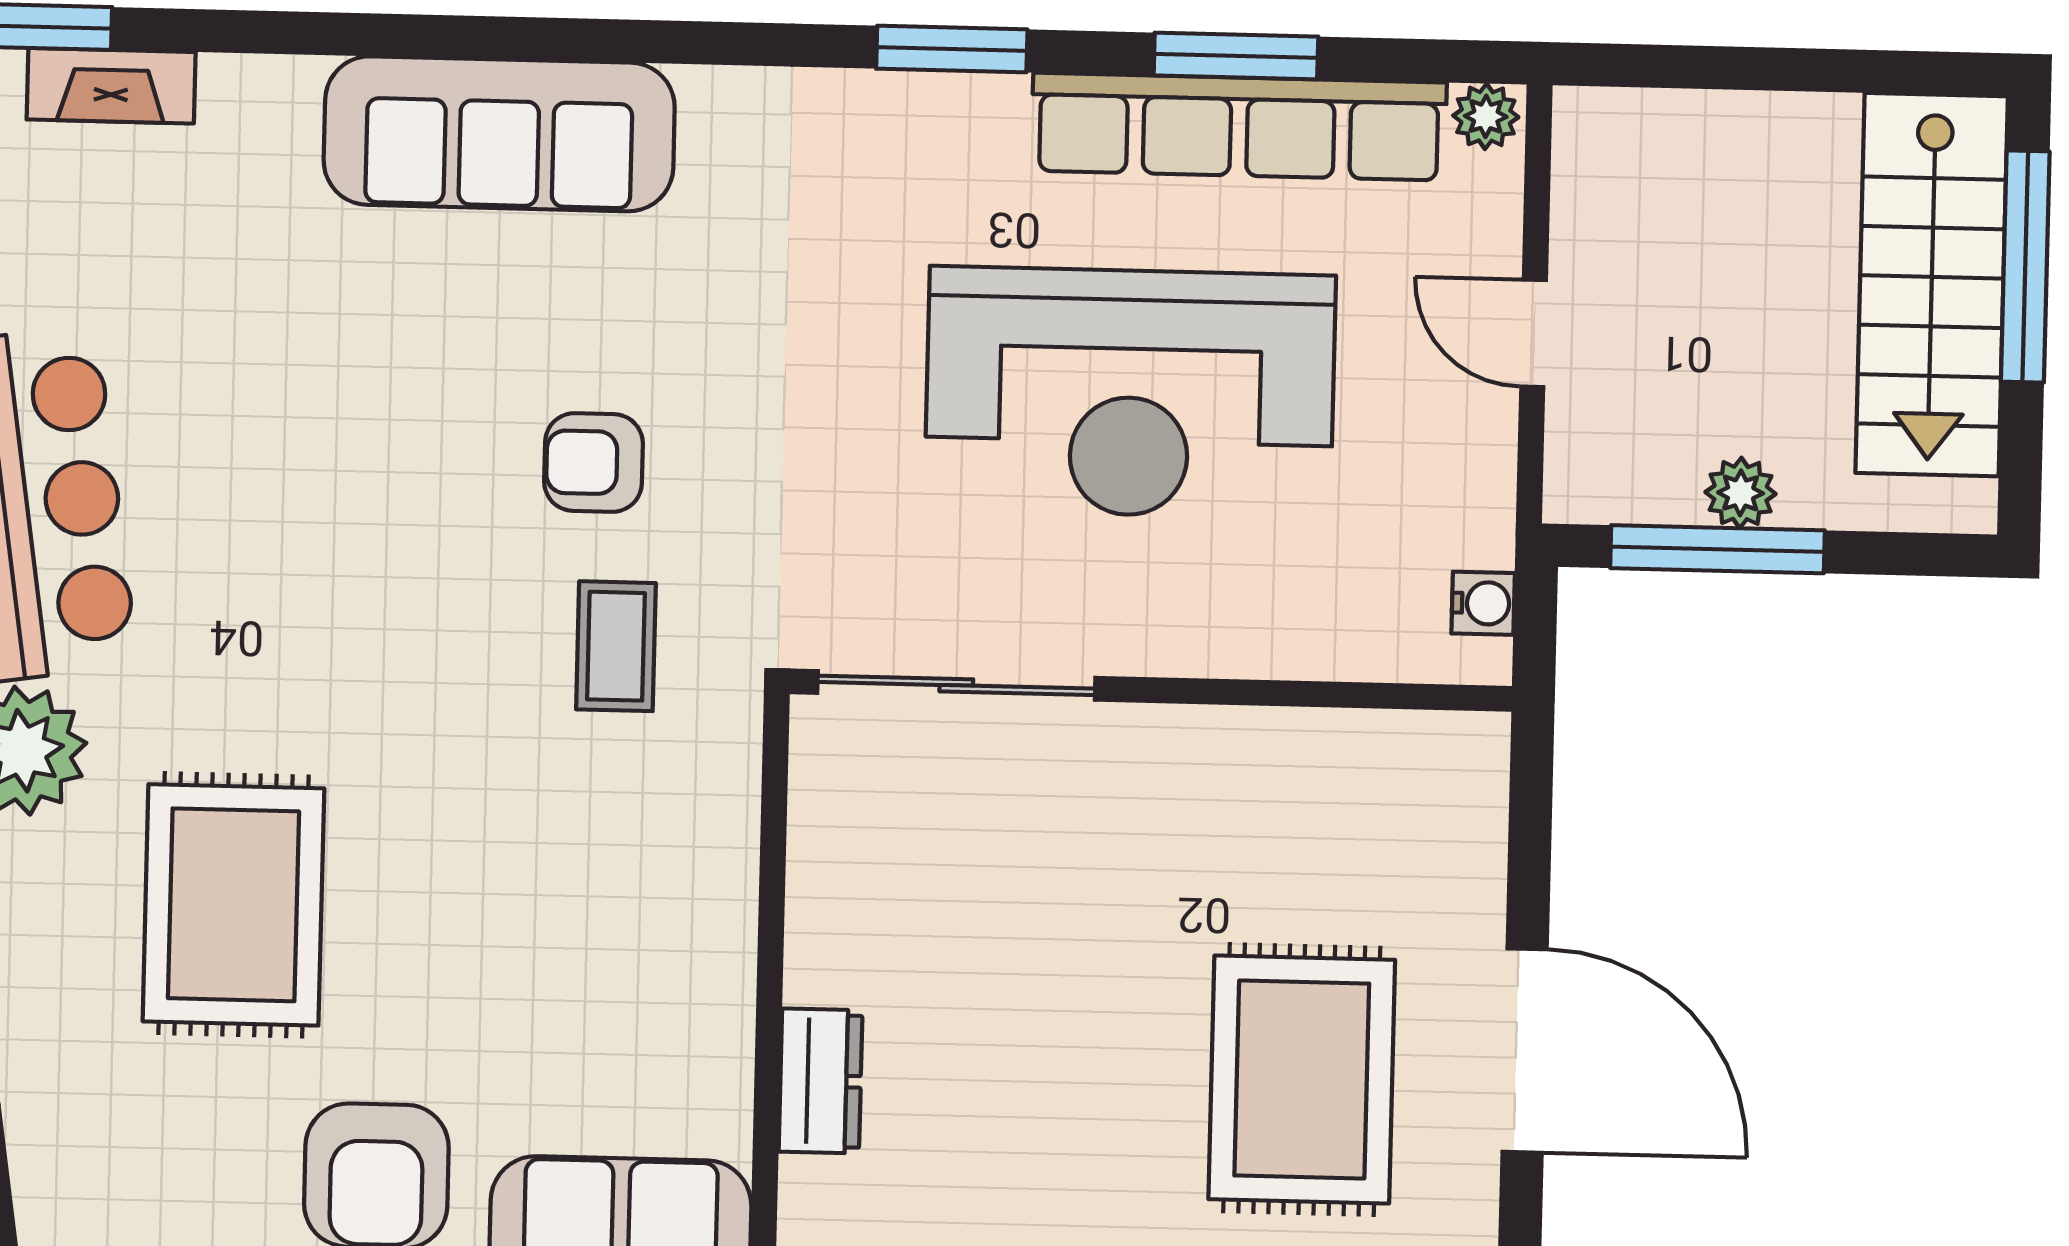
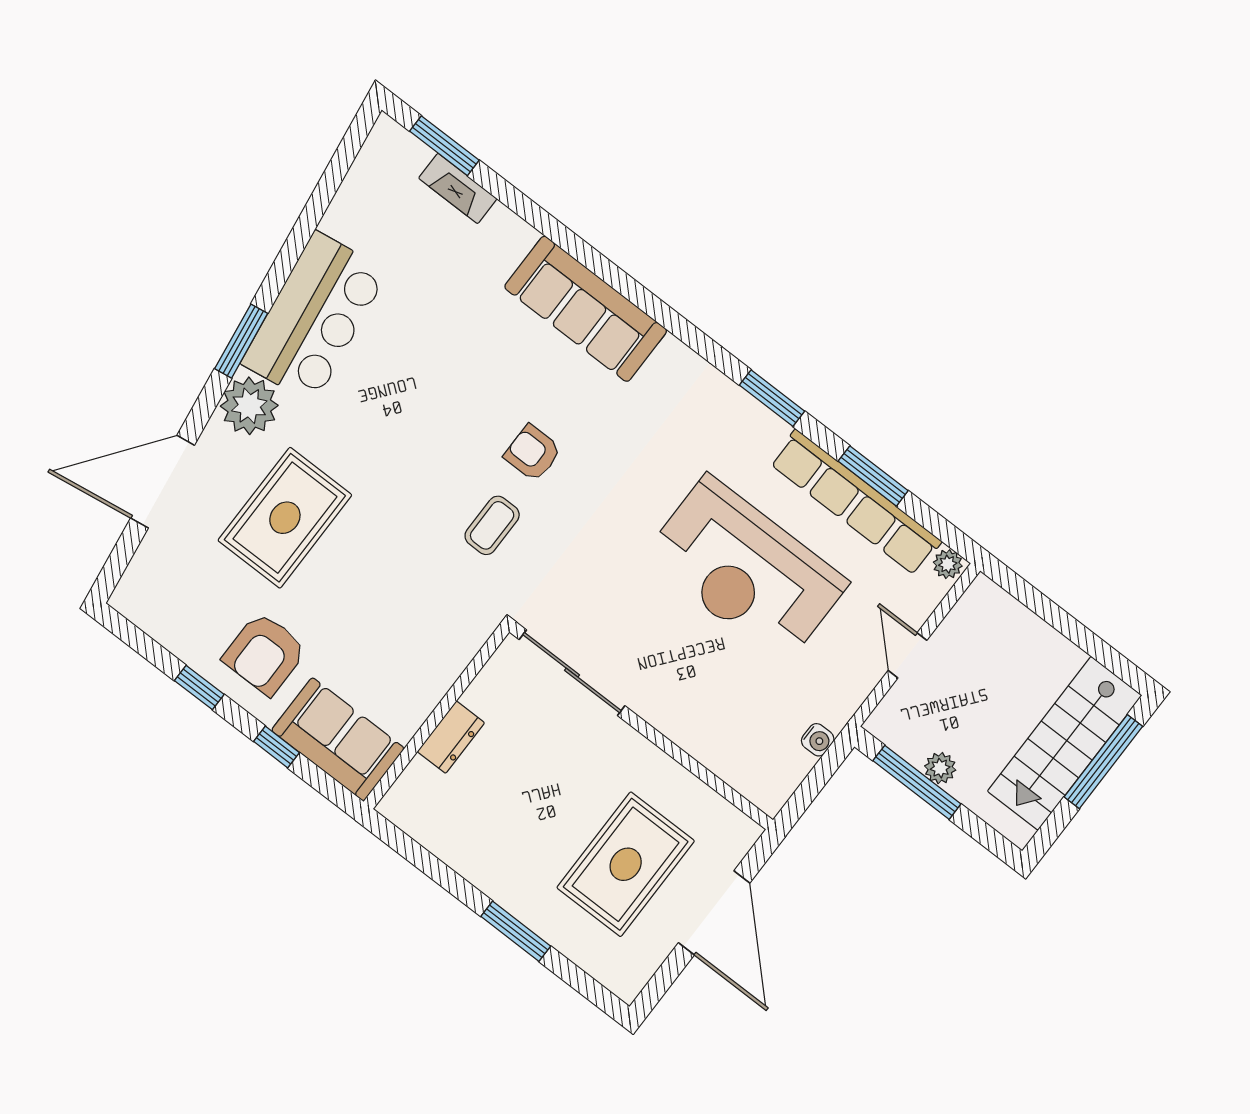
sliding door: (956, 685) -> (572, 673), moved
wall: (1151, 690) -> (641, 726), moved

